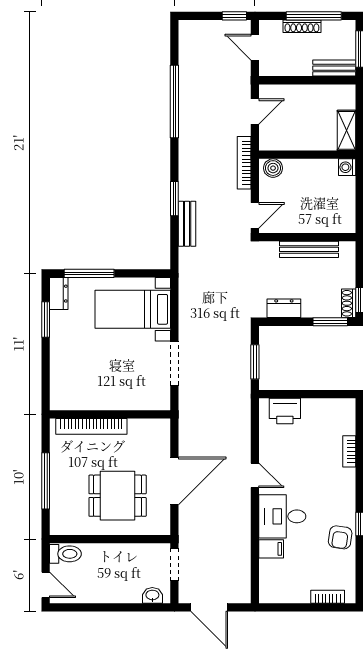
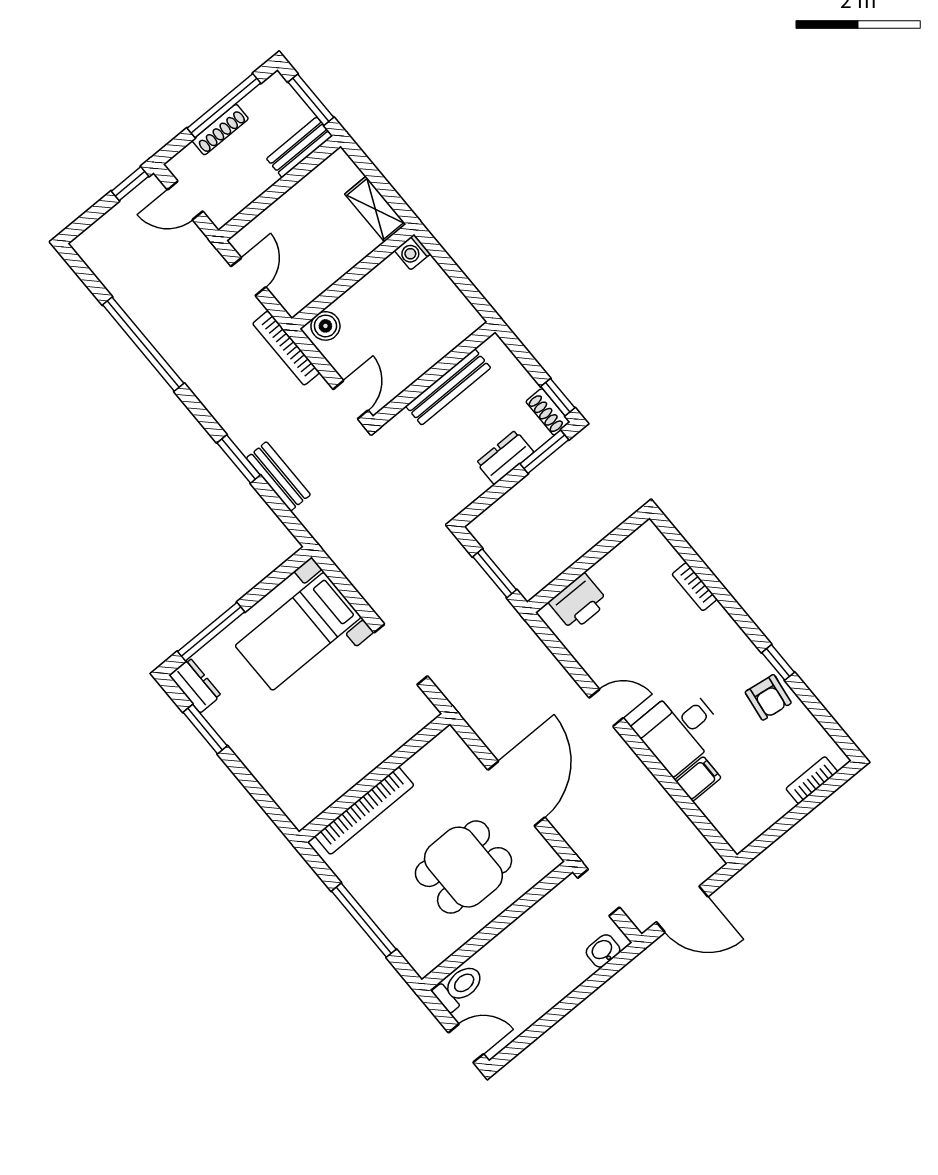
dresser: (284, 308) -> (505, 457), moved

